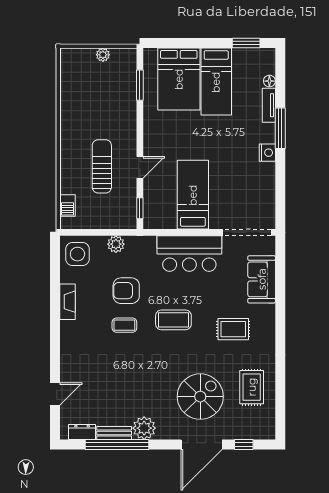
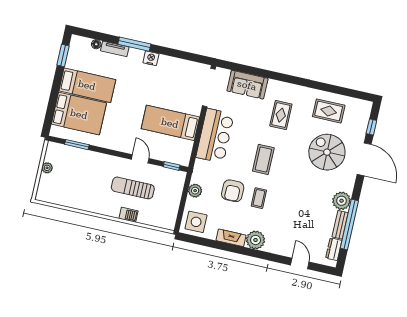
barbecue: (68, 206) -> (129, 215), moved
plant: (72, 333) -> (256, 240), added

